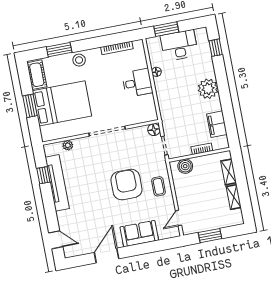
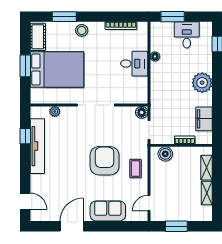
desk: (179, 45) -> (187, 35), width x0.73

